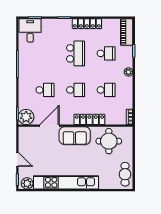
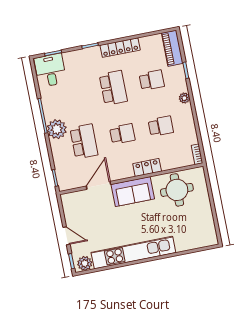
school desk: (45, 90) -> (84, 141), width x1.85
plant: (26, 117) -> (57, 129), moved
locker: (89, 119) -> (147, 167), width x0.66
cafe table: (125, 174) -> (206, 227), removed

